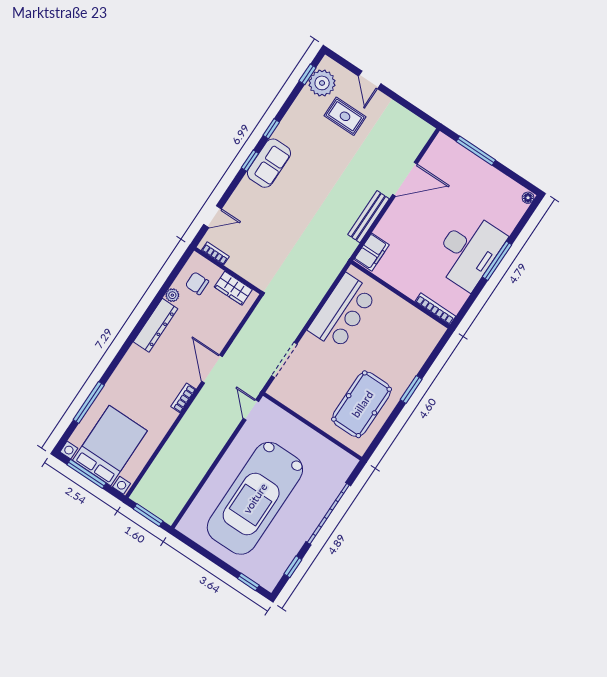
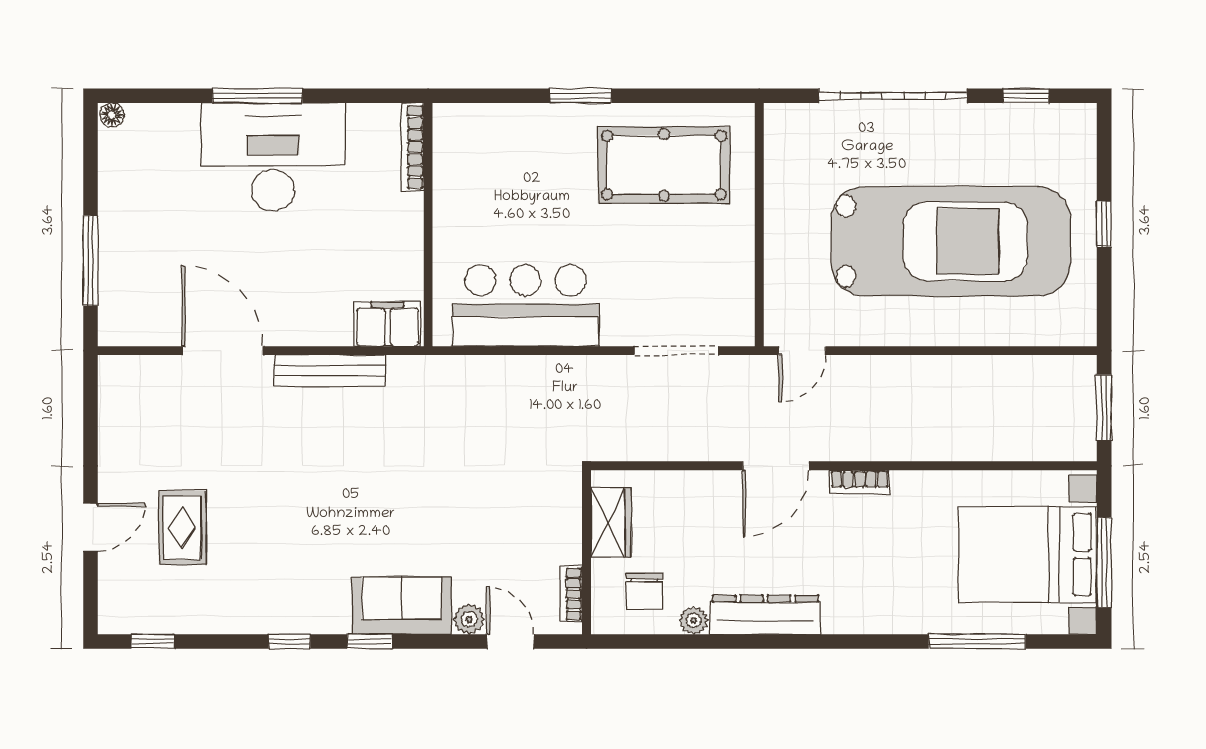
plant: (322, 83) -> (469, 619), moved, width x0.53, depth x0.53
sofa: (269, 163) -> (402, 606), moved
window: (248, 582) -> (1104, 224), moved

